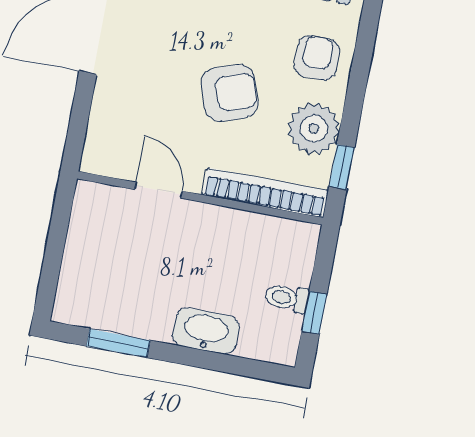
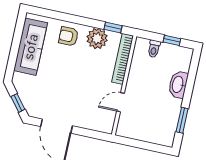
armchair: (230, 93) -> (82, 72), removed
toilet: (287, 298) -> (154, 49), moved

